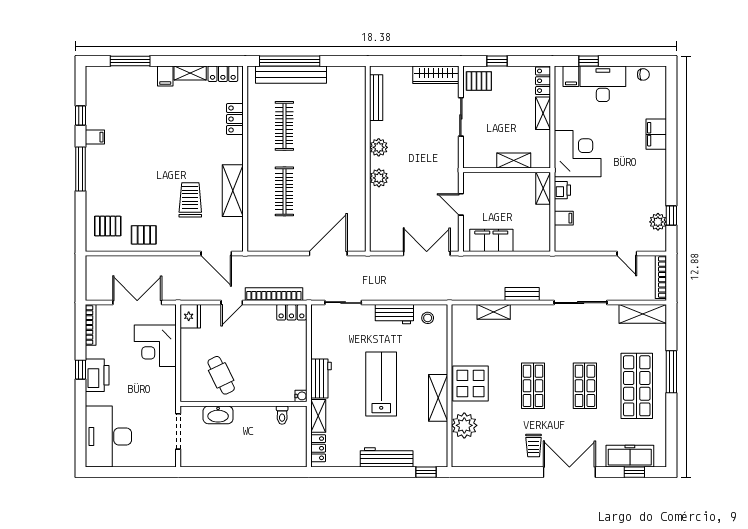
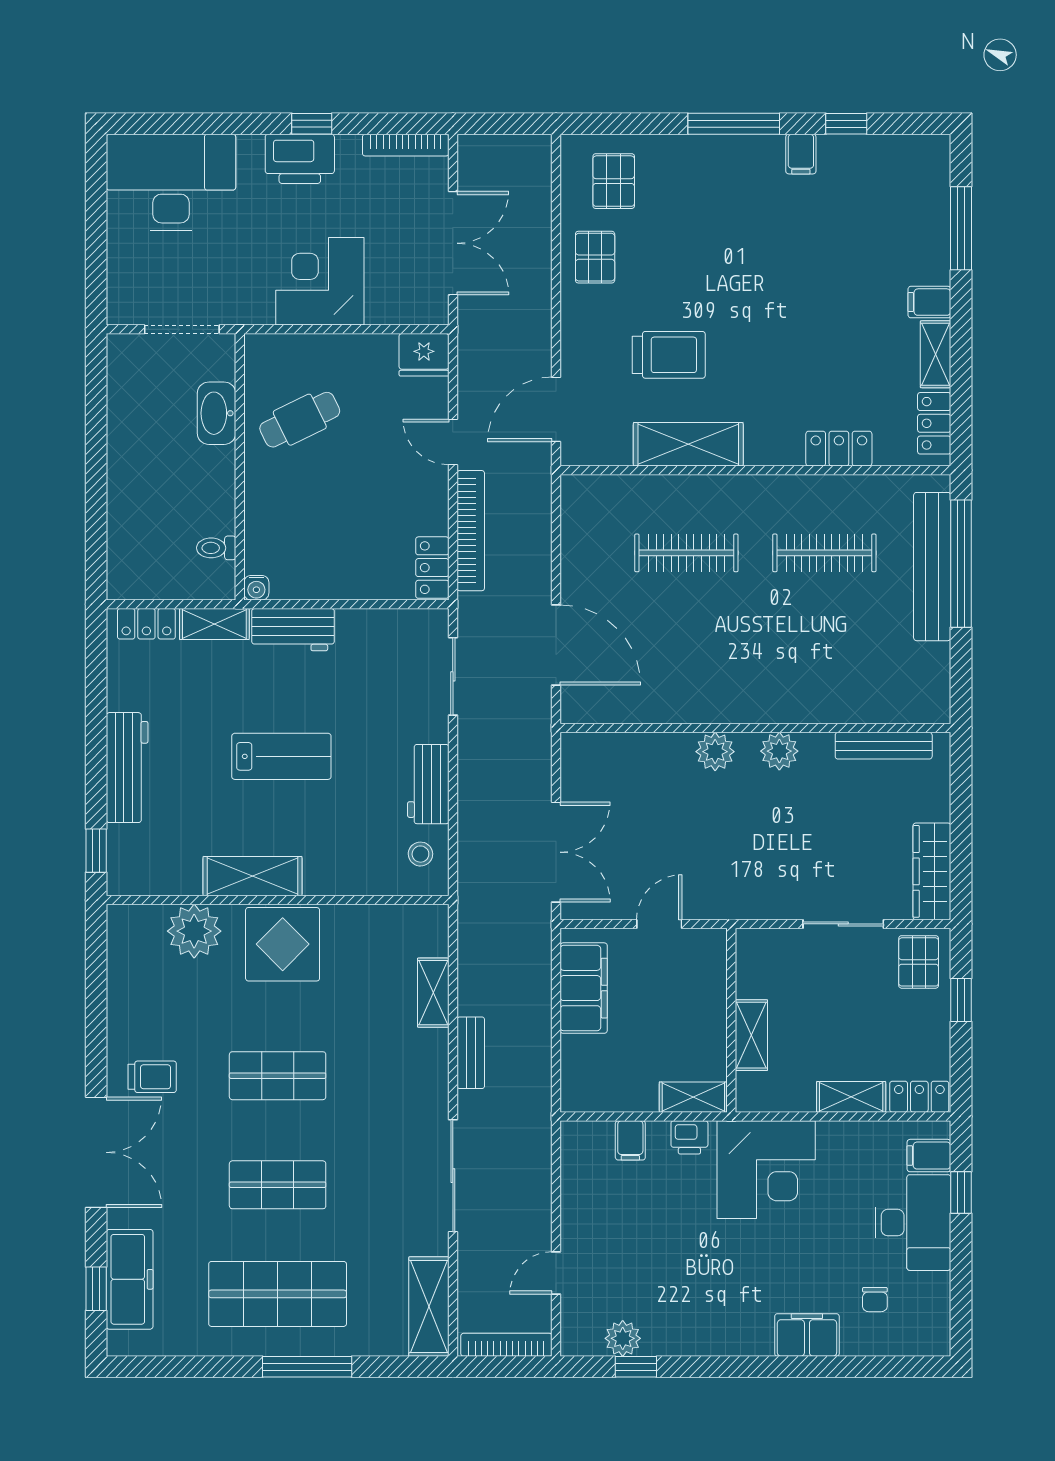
chair: (643, 74) -> (875, 1300), moved
corner desk: (155, 346) -> (320, 281), moved
lab bench: (381, 384) -> (281, 756), width x0.73, depth x0.72
trolley: (534, 445) -> (152, 1077), turned 180

